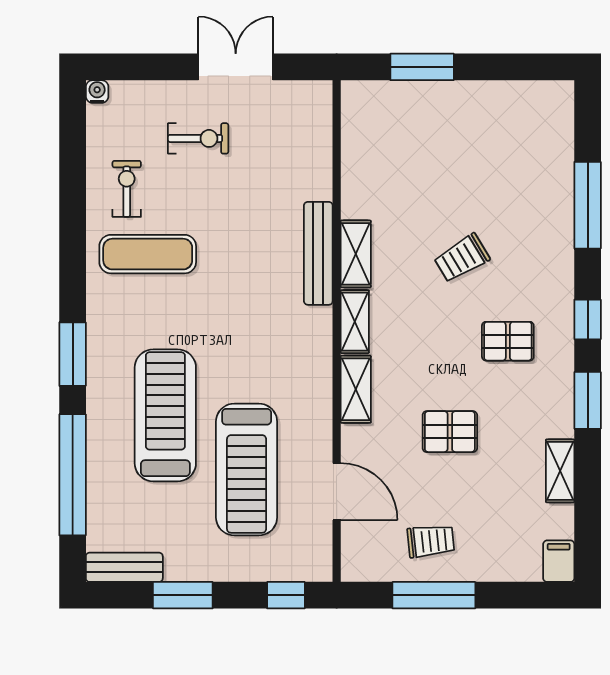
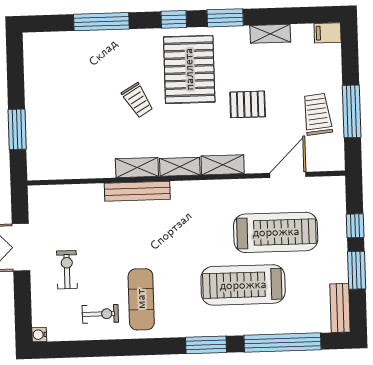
exercise bike: (127, 189) -> (100, 314), turned 180
pallet: (508, 341) -> (189, 69), width x2.05, depth x2.00
pallet: (450, 432) -> (248, 104), turned 90
trolley: (431, 541) -> (317, 114), width x1.36, depth x1.39
window: (286, 595) -> (355, 226), moved

